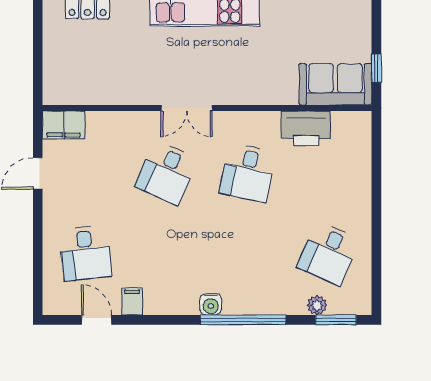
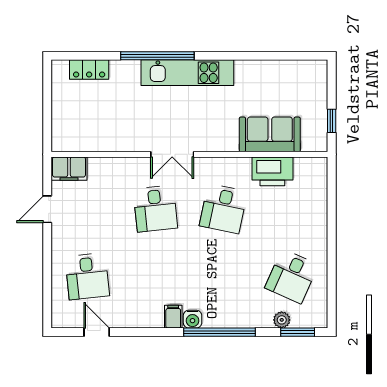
sofa: (335, 84) -> (270, 134), moved
desk: (166, 173) -> (155, 209), turned -30
filing cabinet: (132, 301) -> (173, 317), moved

